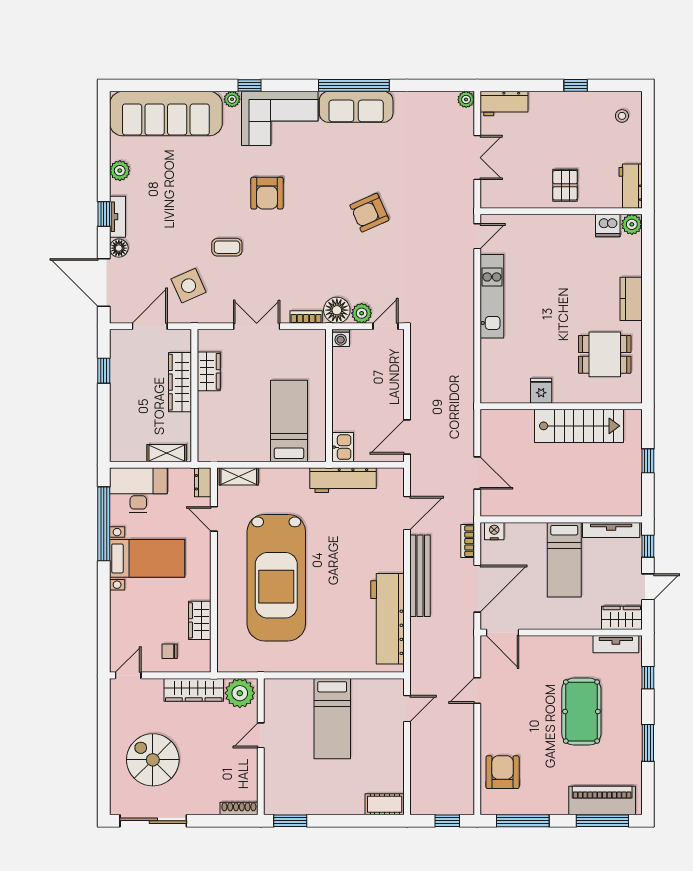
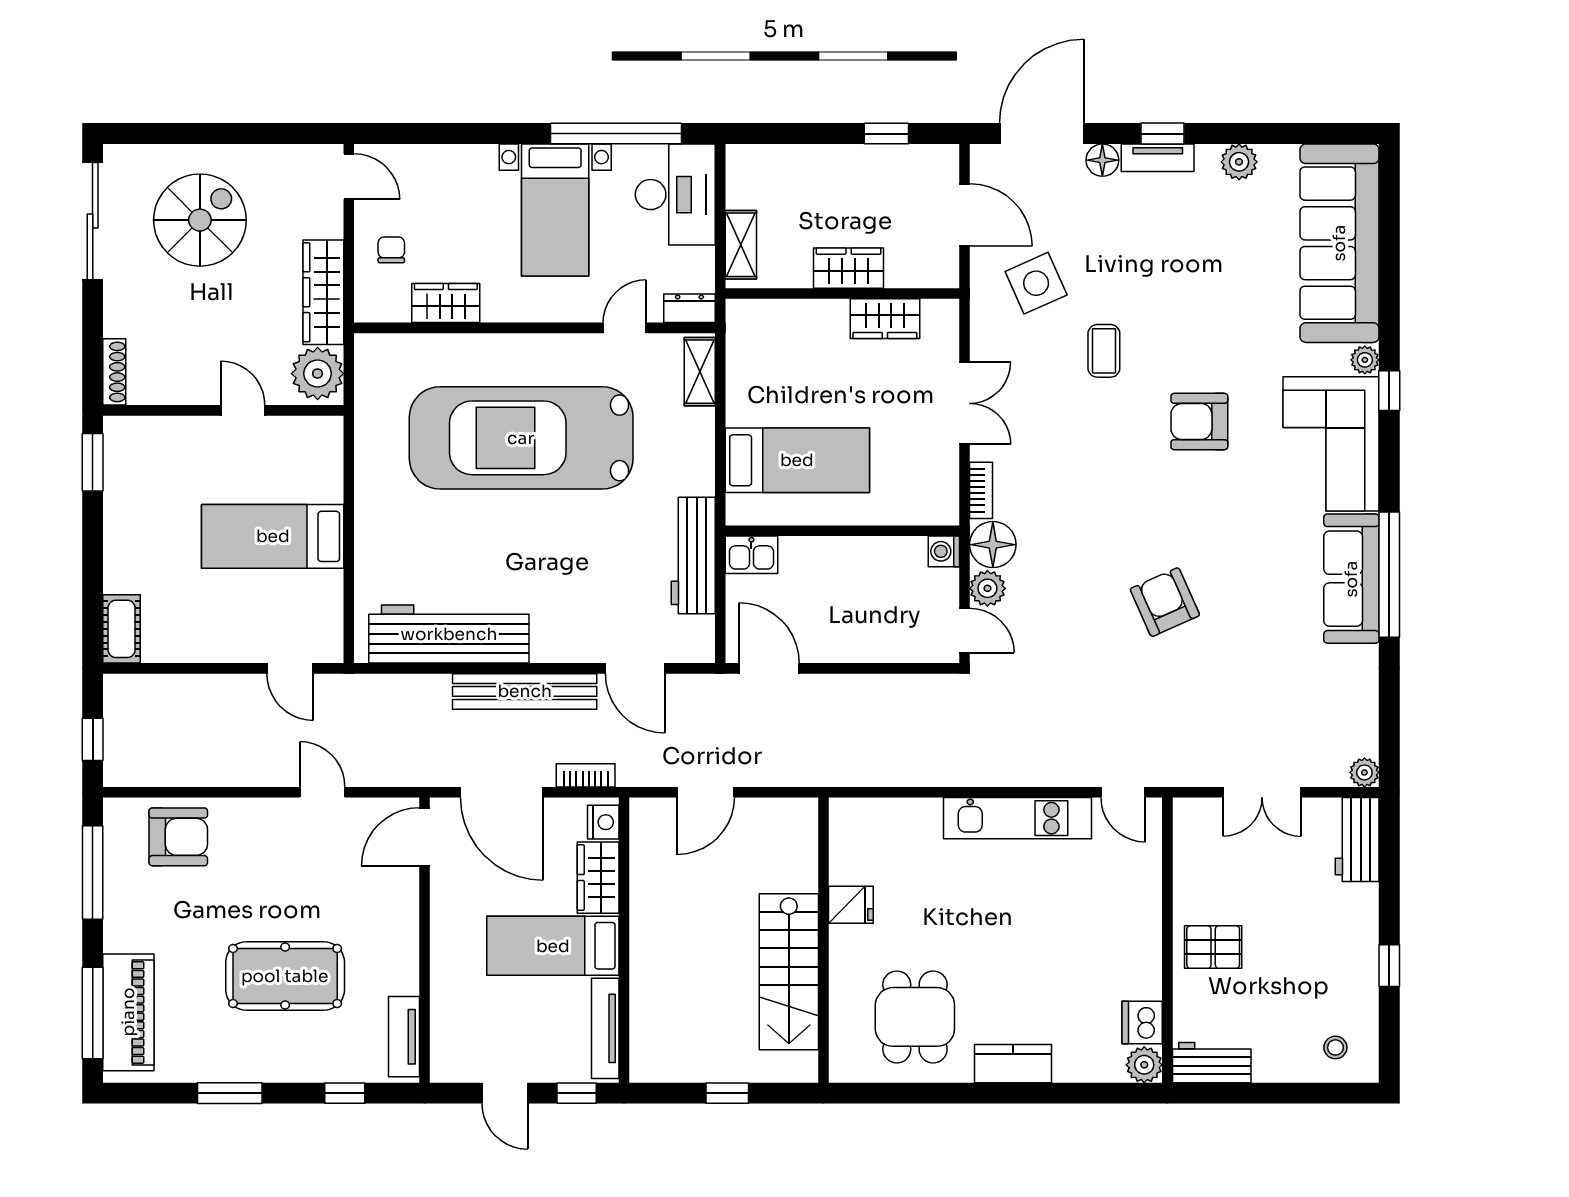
wardrobe: (180, 382) -> (849, 268), width x0.67
wardrobe: (622, 618) -> (598, 878), moved, turned 180

